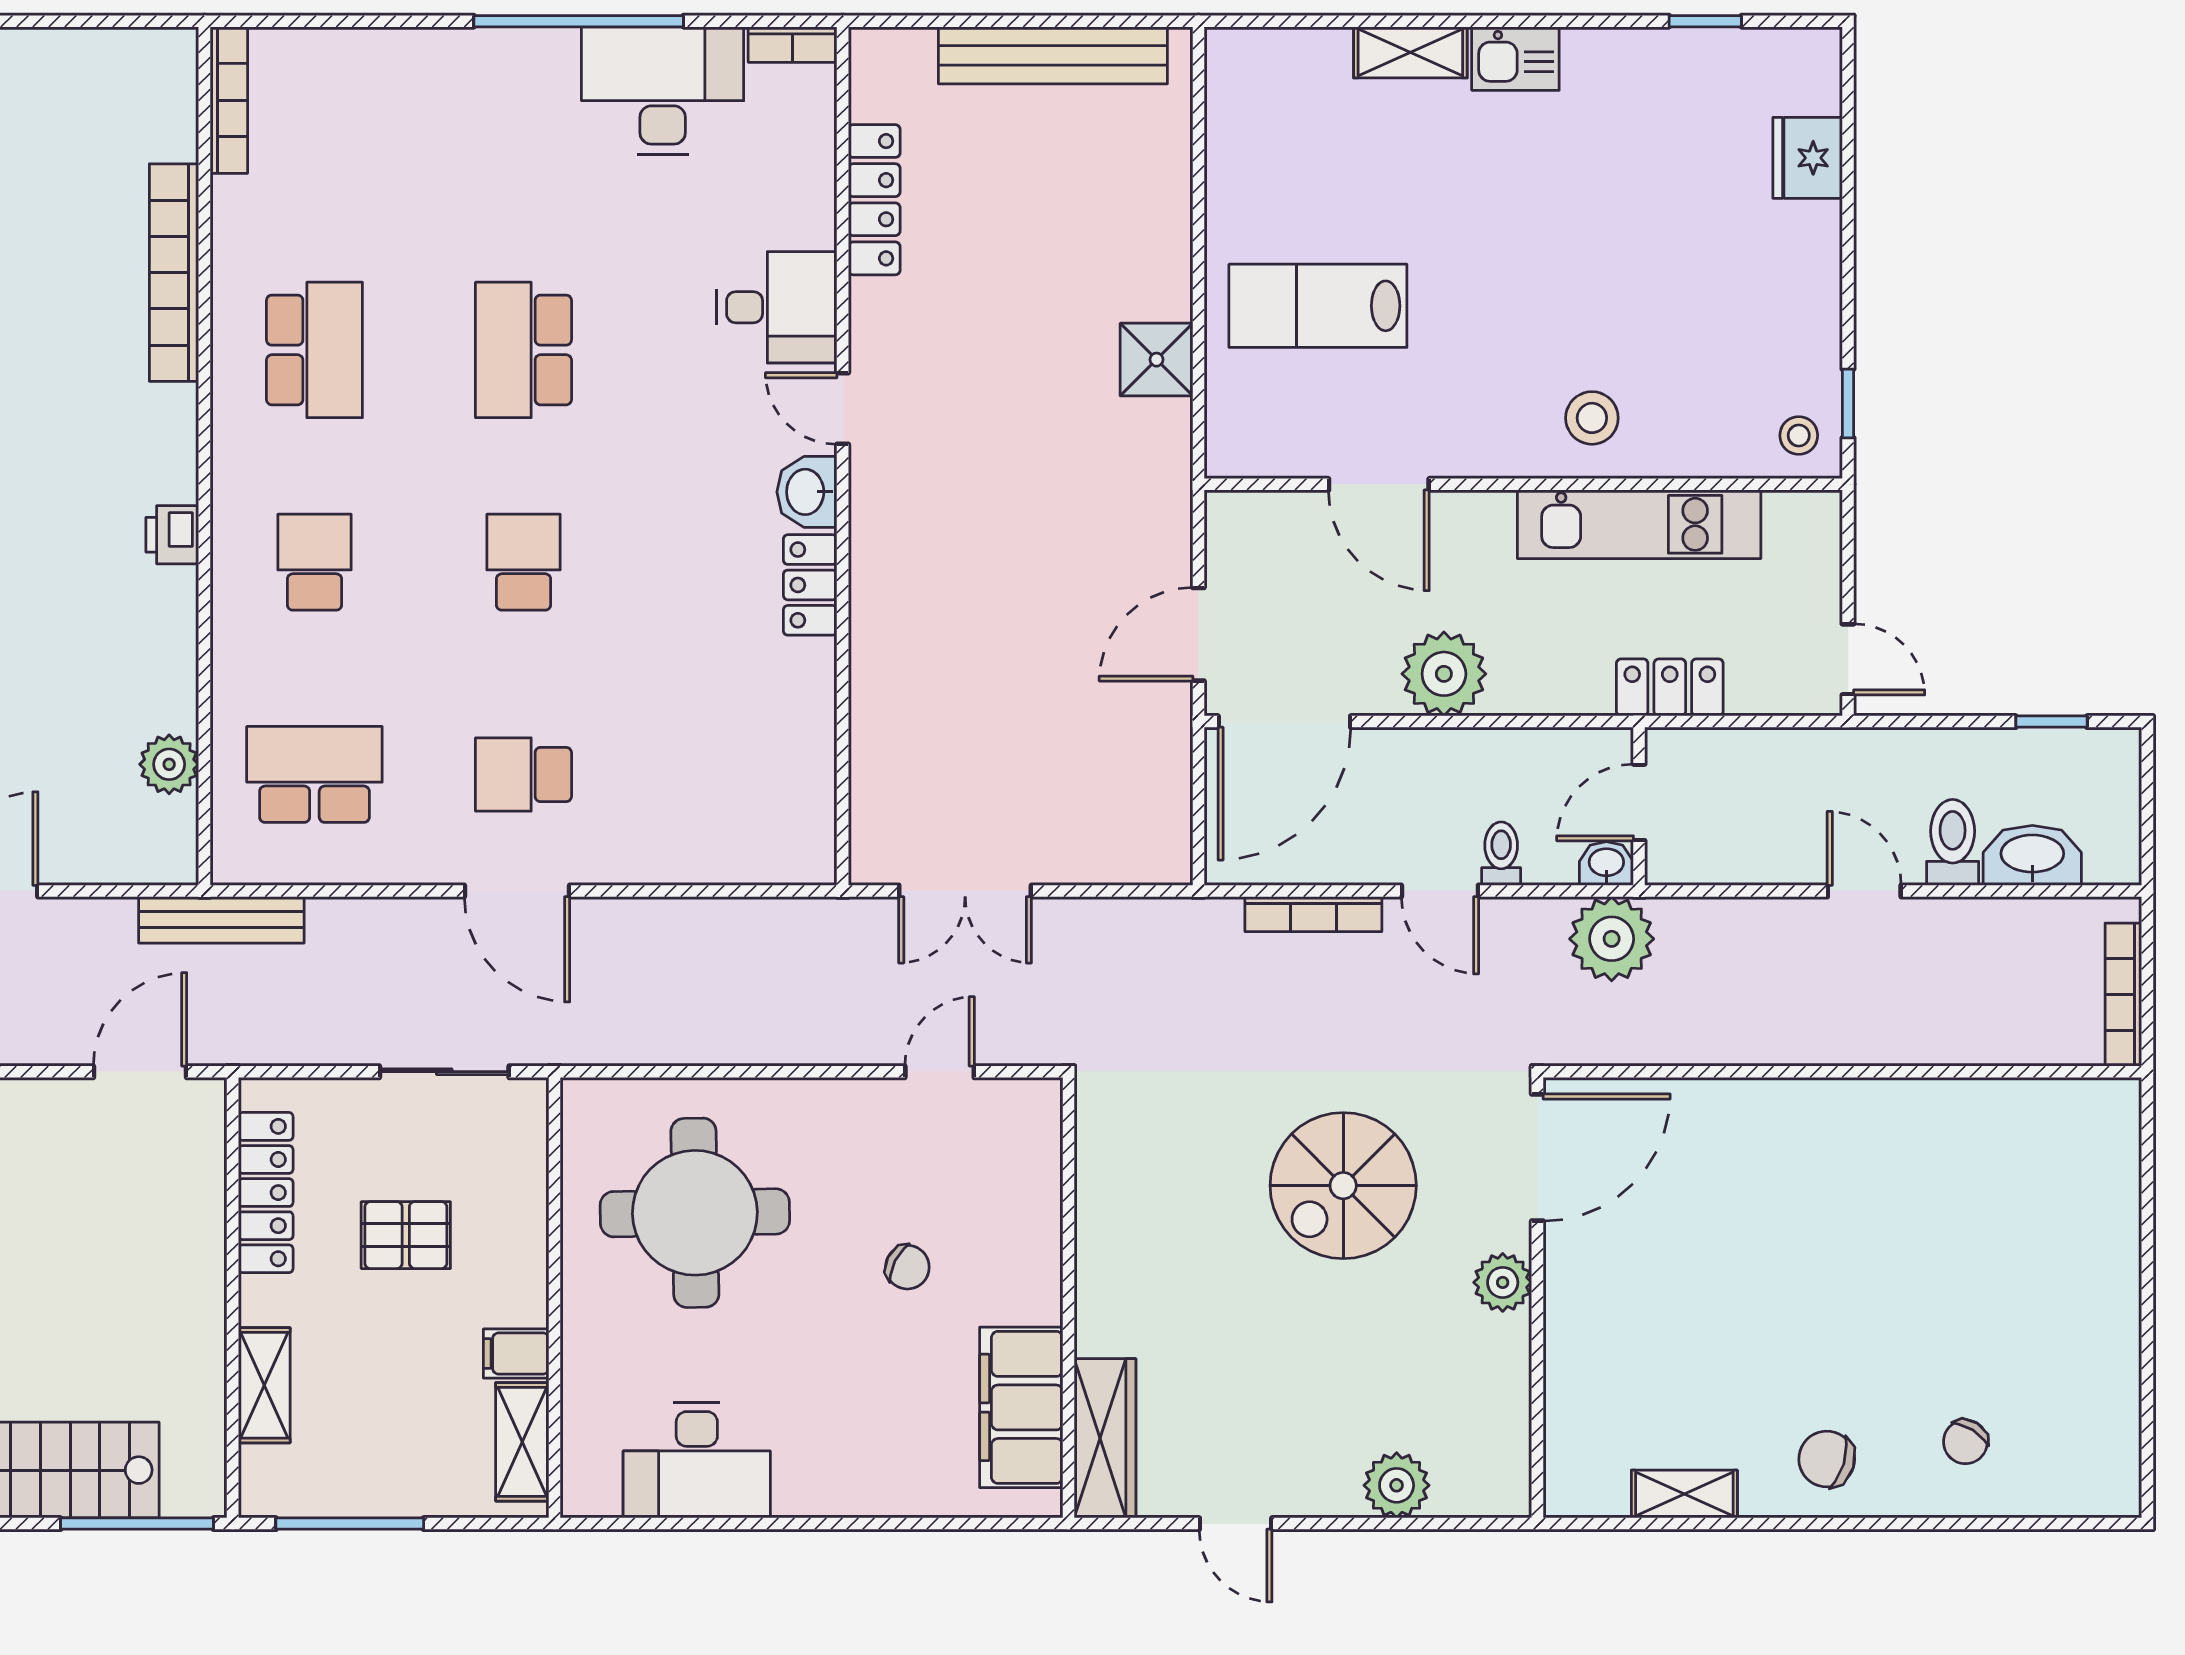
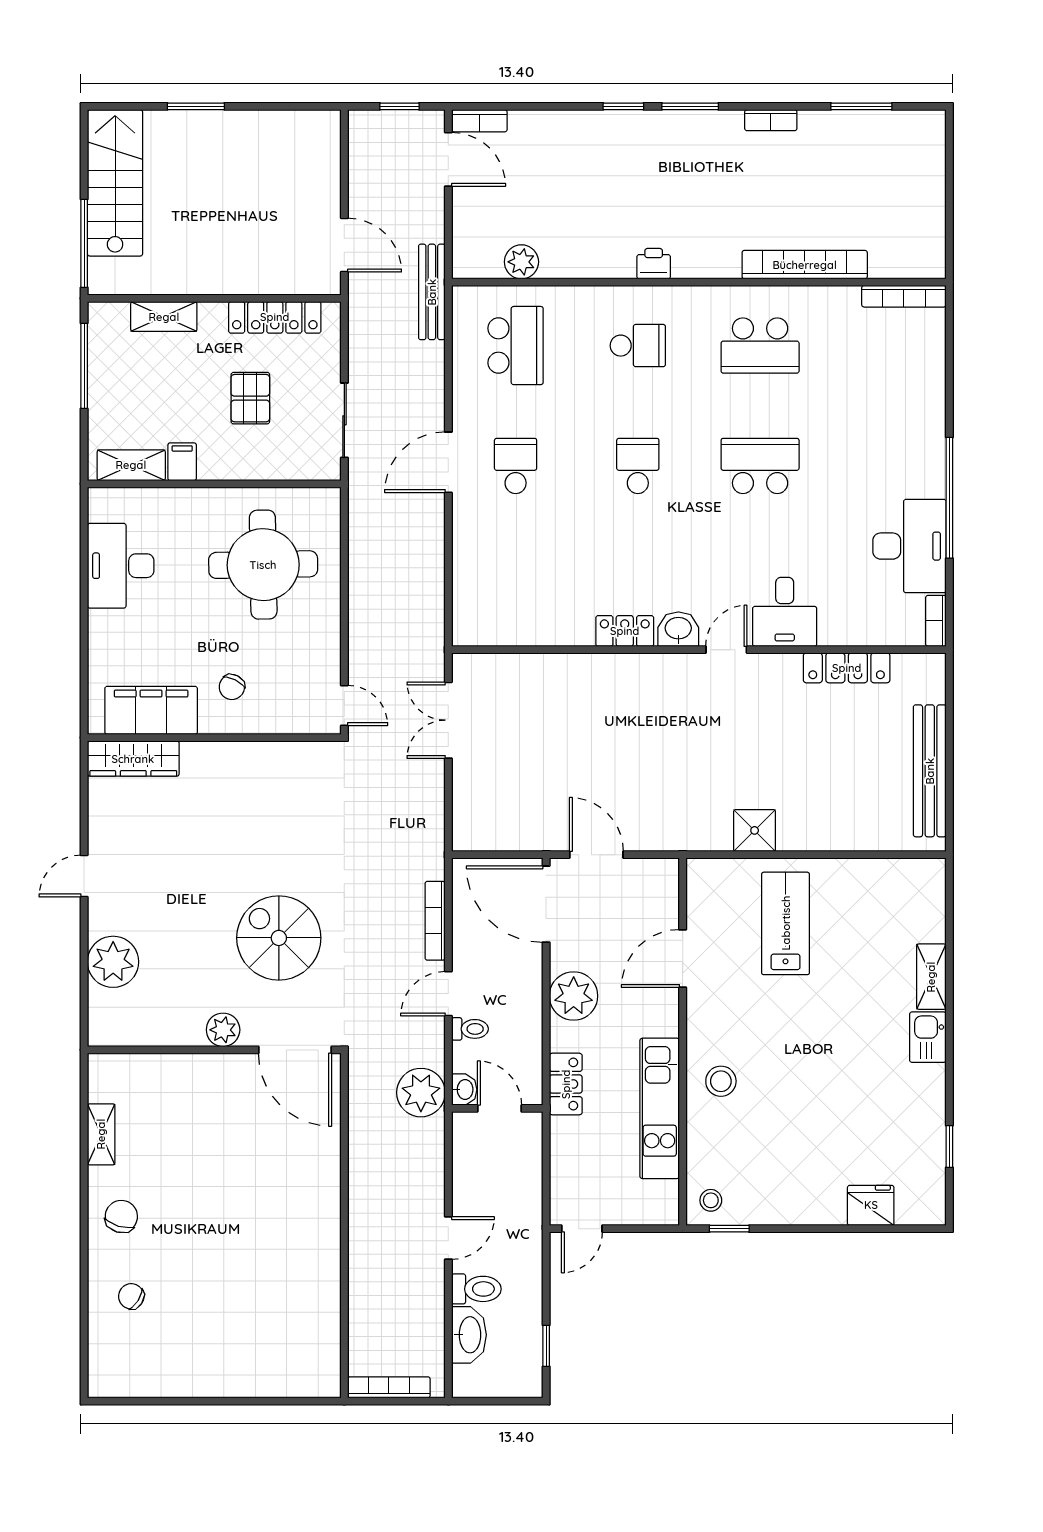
school desk: (524, 562) -> (638, 466), turned -90
locker: (1670, 687) -> (566, 1084), moved
wall: (1069, 1298) -> (214, 738), moved
filing cabinet: (1021, 1407) -> (151, 710), moved
wardrobe: (1105, 1438) -> (133, 759), moved
plant: (1397, 1485) -> (113, 962), width x1.36, depth x1.36

